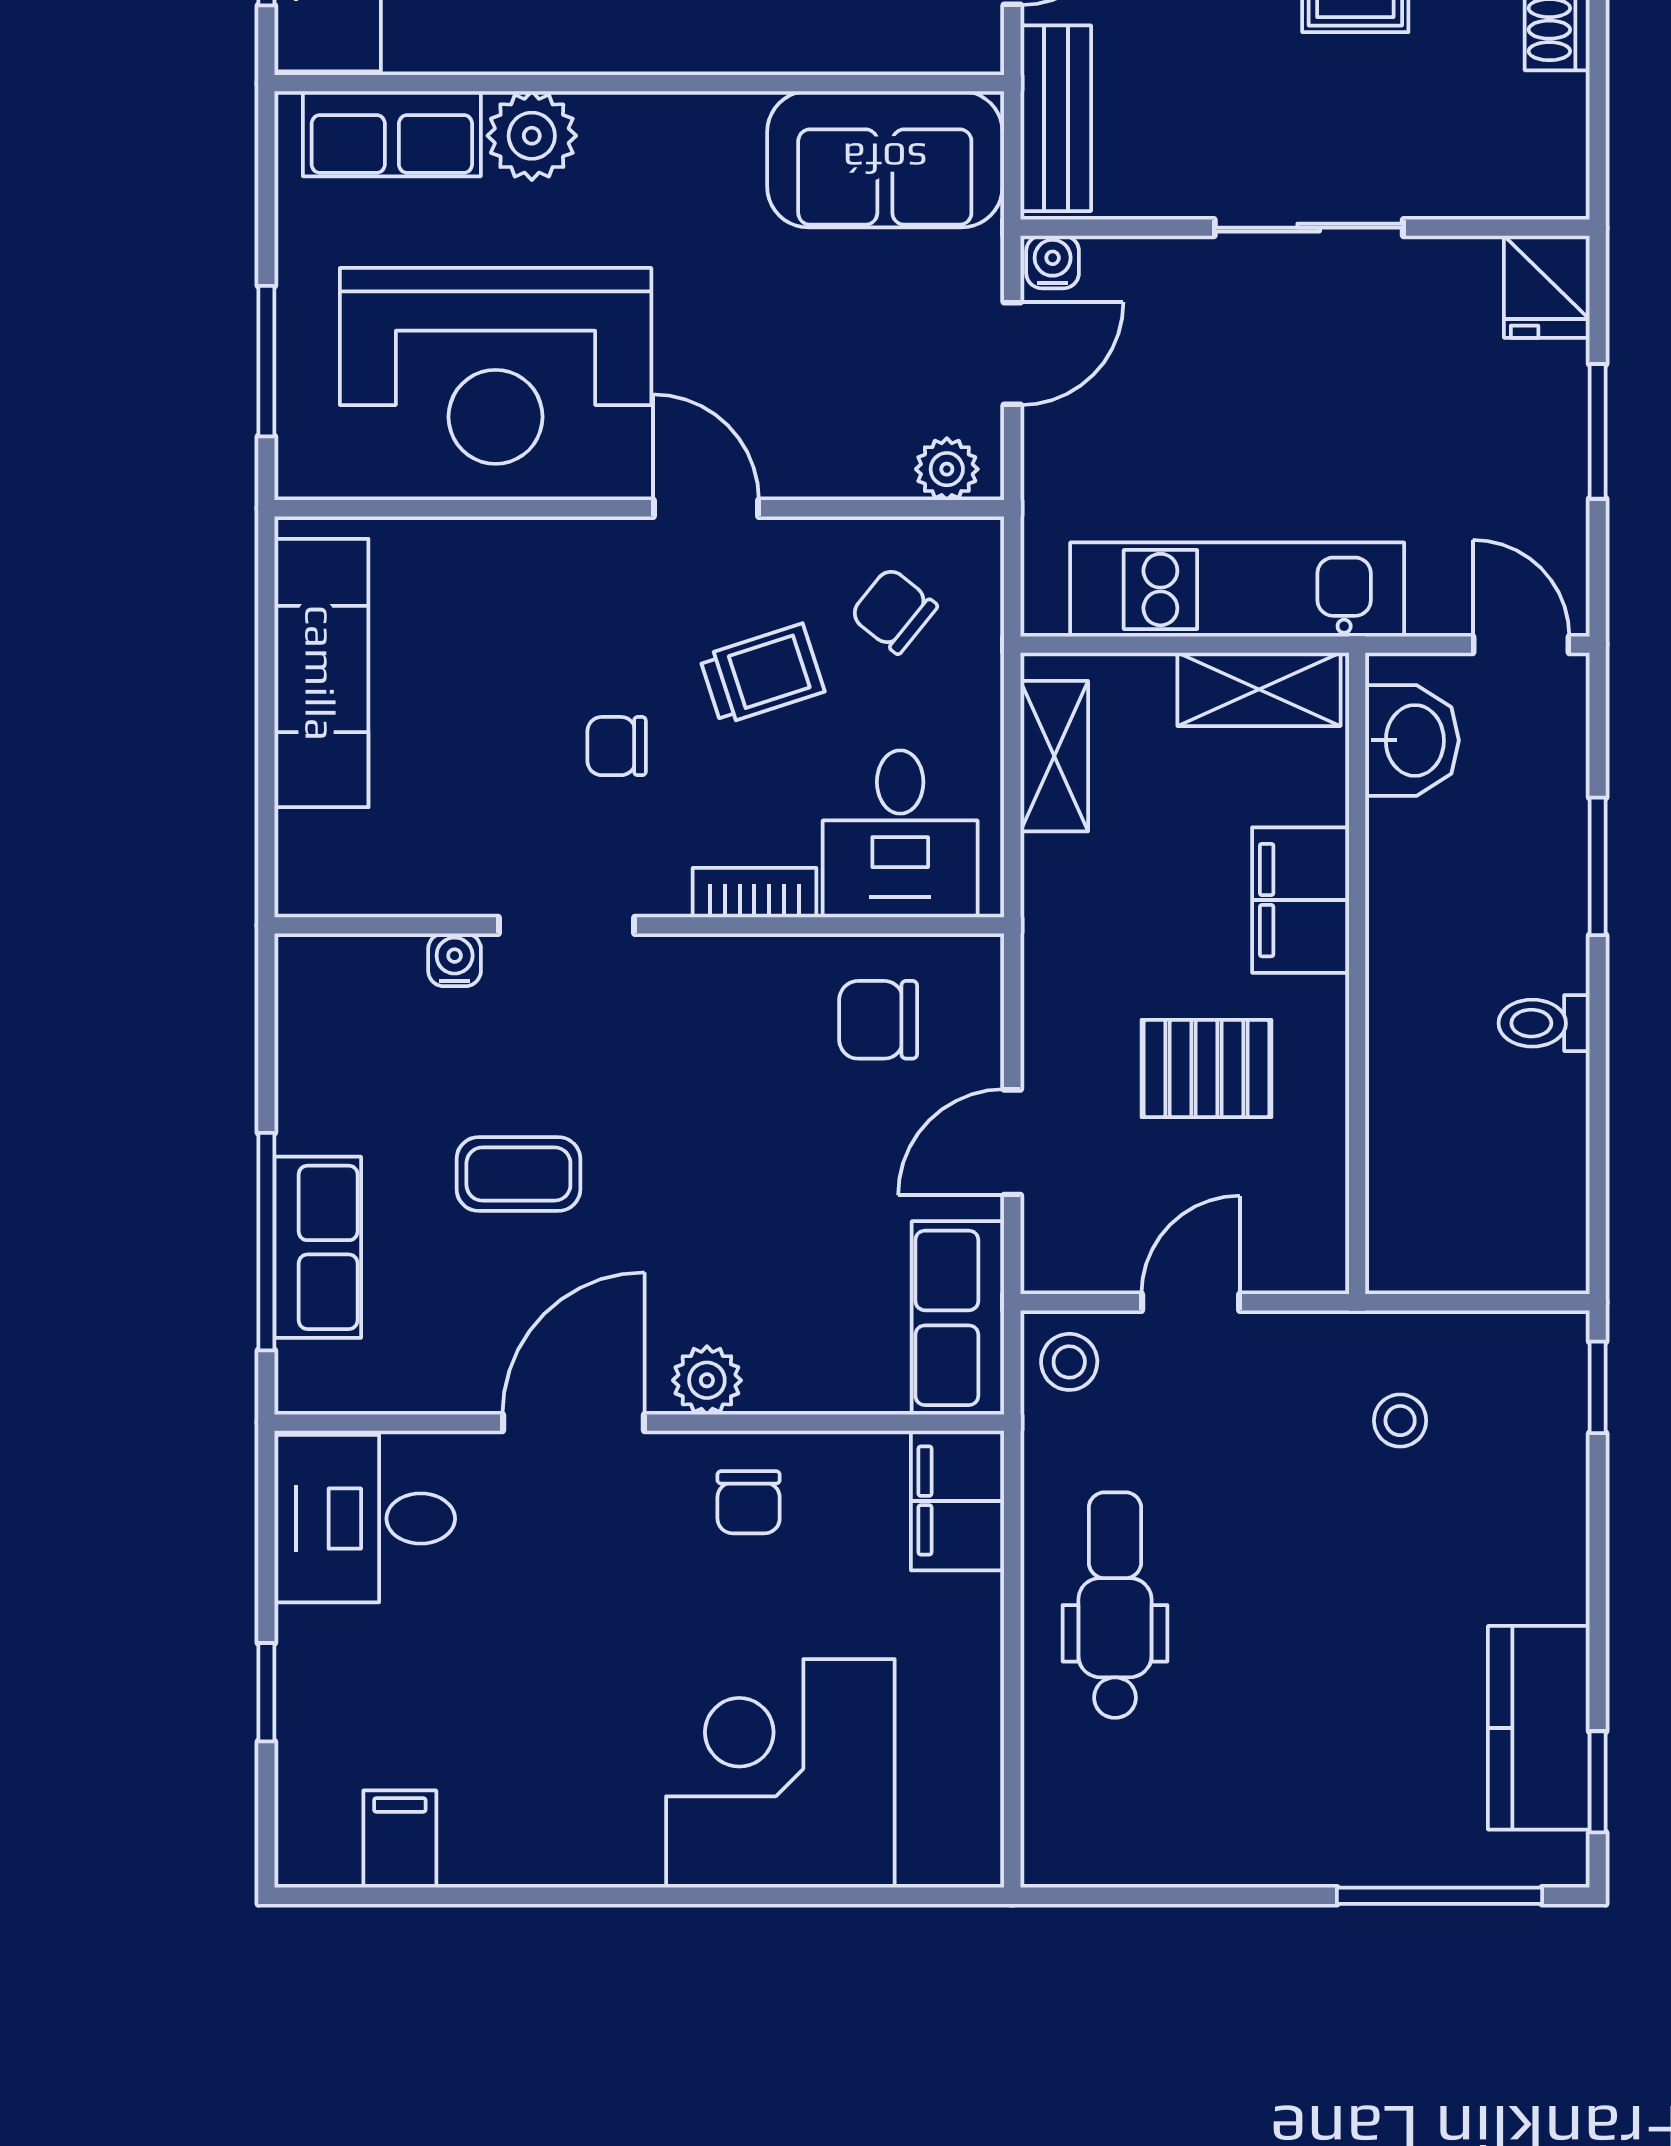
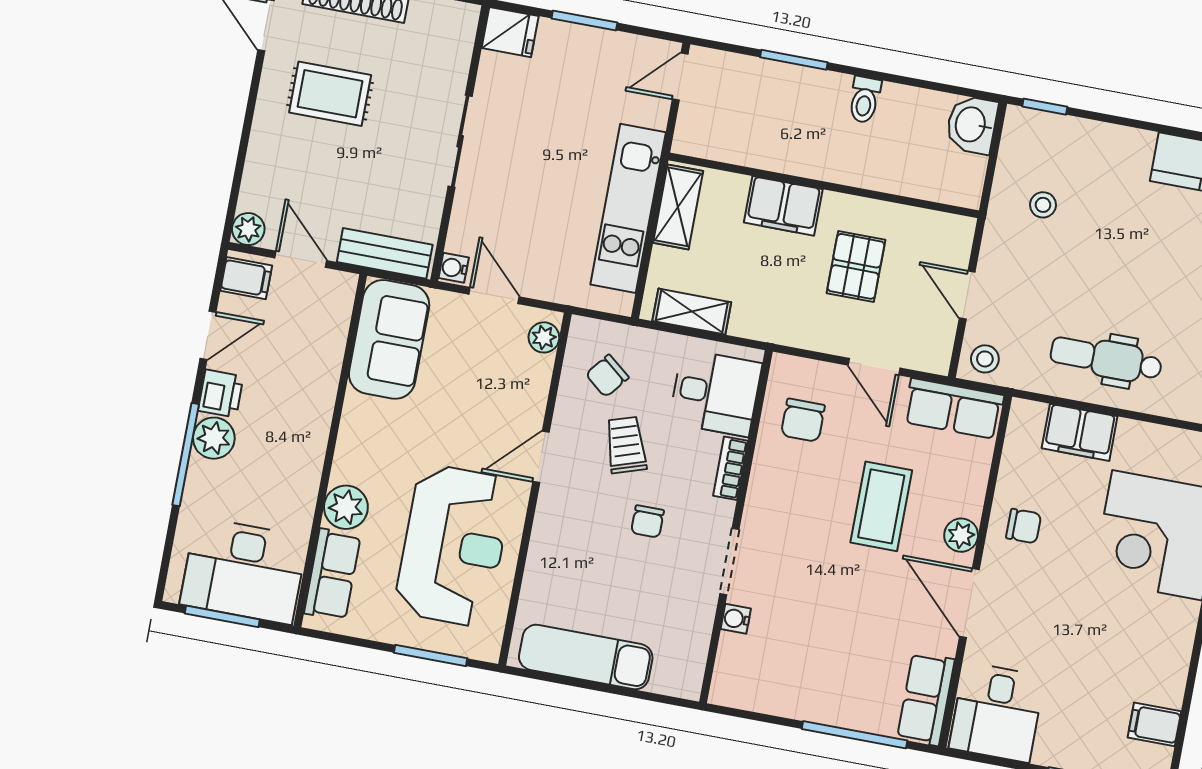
washbasin: (1412, 740) -> (972, 125), moved, turned -90
coffee table: (518, 1174) -> (881, 506), moved, width x1.36, depth x1.30
row of seats: (318, 1247) -> (926, 699), moved, turned -90
filing cabinet: (958, 1501) -> (1080, 432), moved

